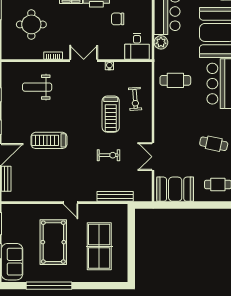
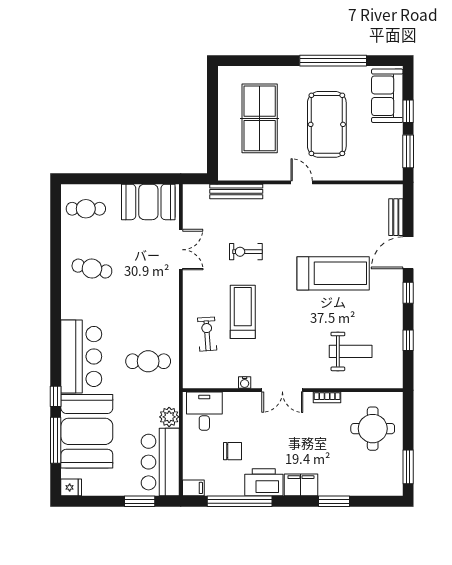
round table: (31, 24) -> (373, 429), moved
treadmill: (49, 140) -> (333, 273), width x1.37, depth x1.38

